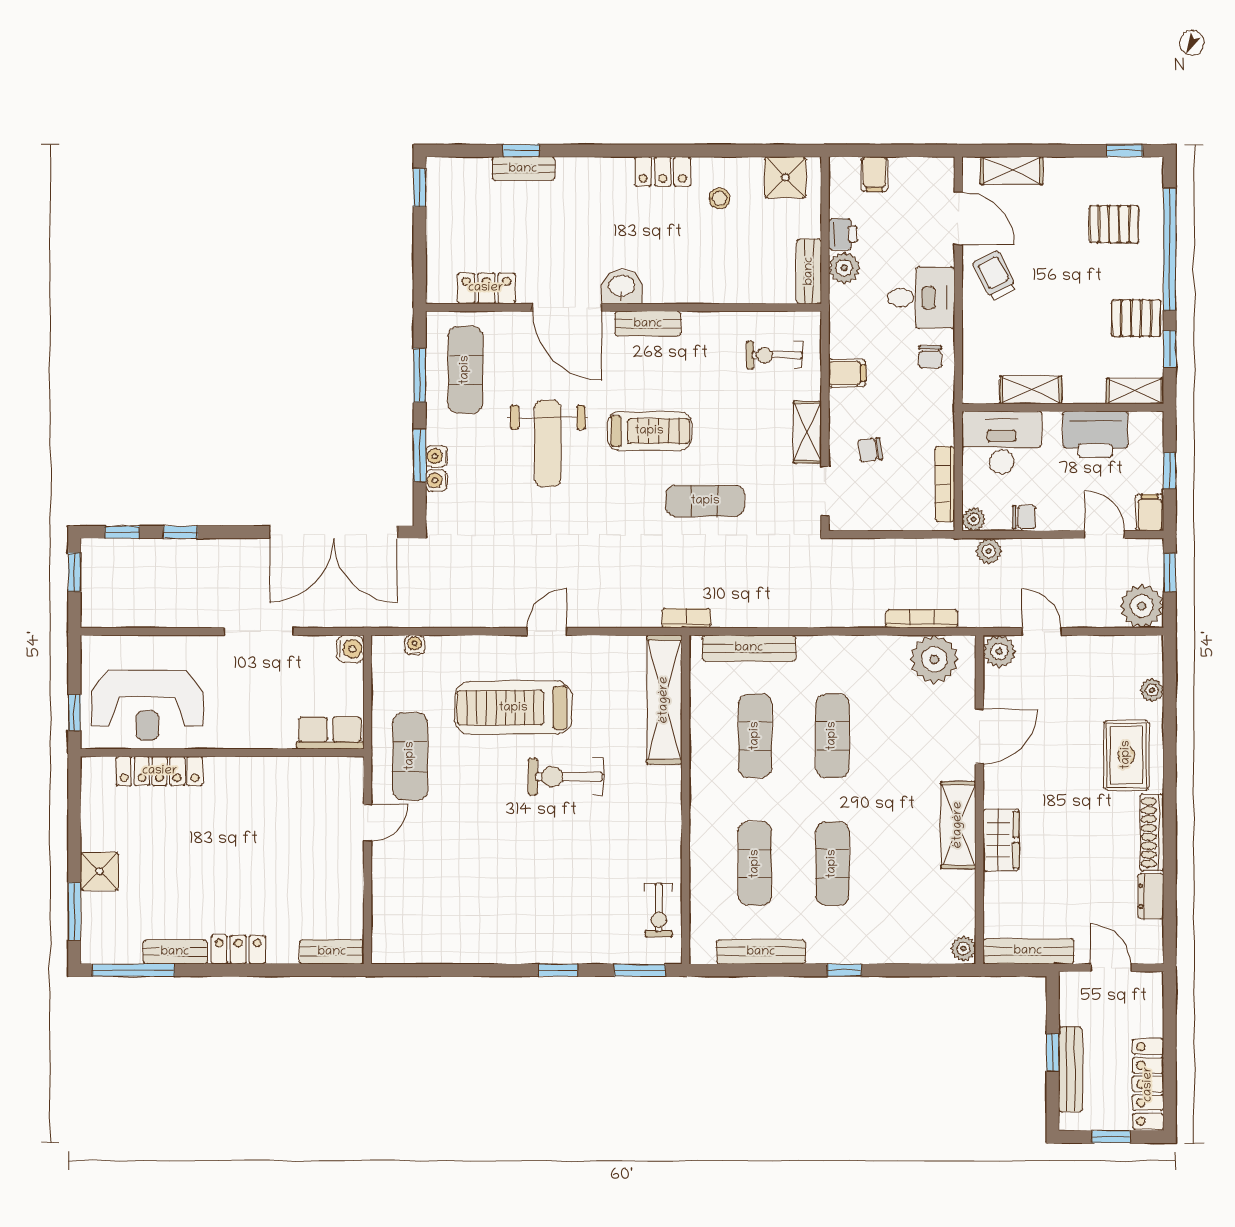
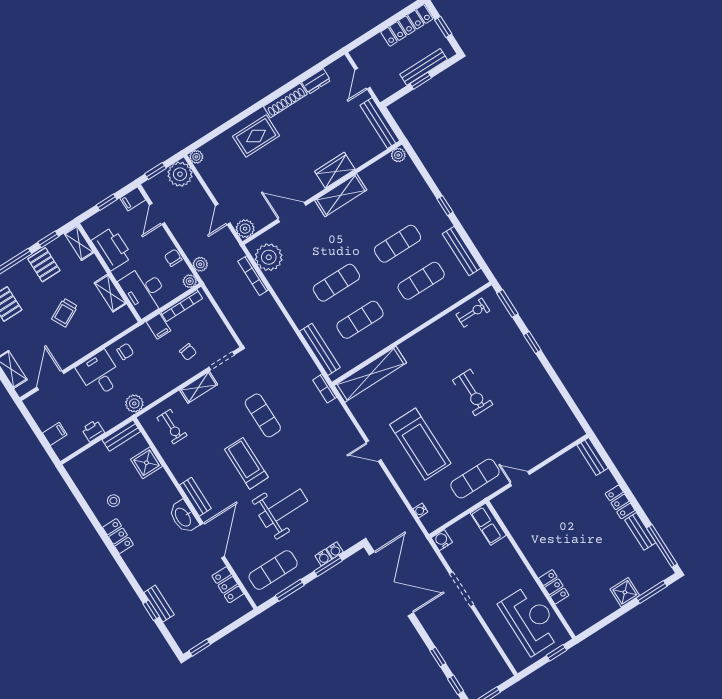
shower: (785, 177) -> (146, 463), moved
plant: (844, 268) -> (134, 403), moved
trolley: (995, 275) -> (65, 313), moved
washbasin: (622, 287) -> (183, 517), width x1.38
filing cabinet: (847, 373) -> (158, 326), moved, turned 180
plant: (1152, 690) -> (196, 157), moved
locker: (160, 771) -> (554, 587), width x0.66
exercise bike: (566, 777) -> (473, 392), moved

